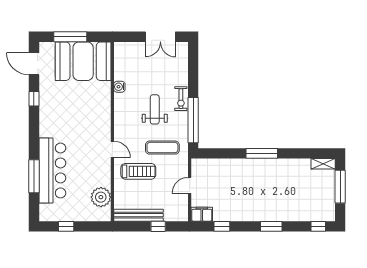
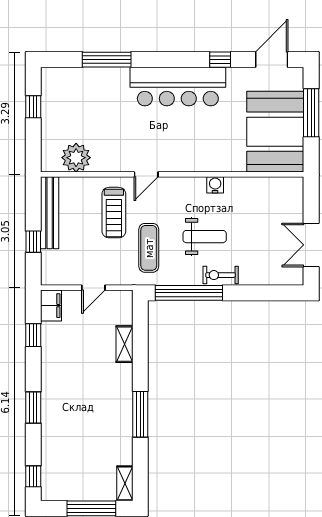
water cooler: (119, 87) -> (215, 185), moved
window: (262, 153) -> (140, 414), moved
shelving: (228, 164) -> (125, 344), added
bar counter: (52, 170) -> (178, 87), moved
door: (190, 185) -> (93, 288), swing flipped

